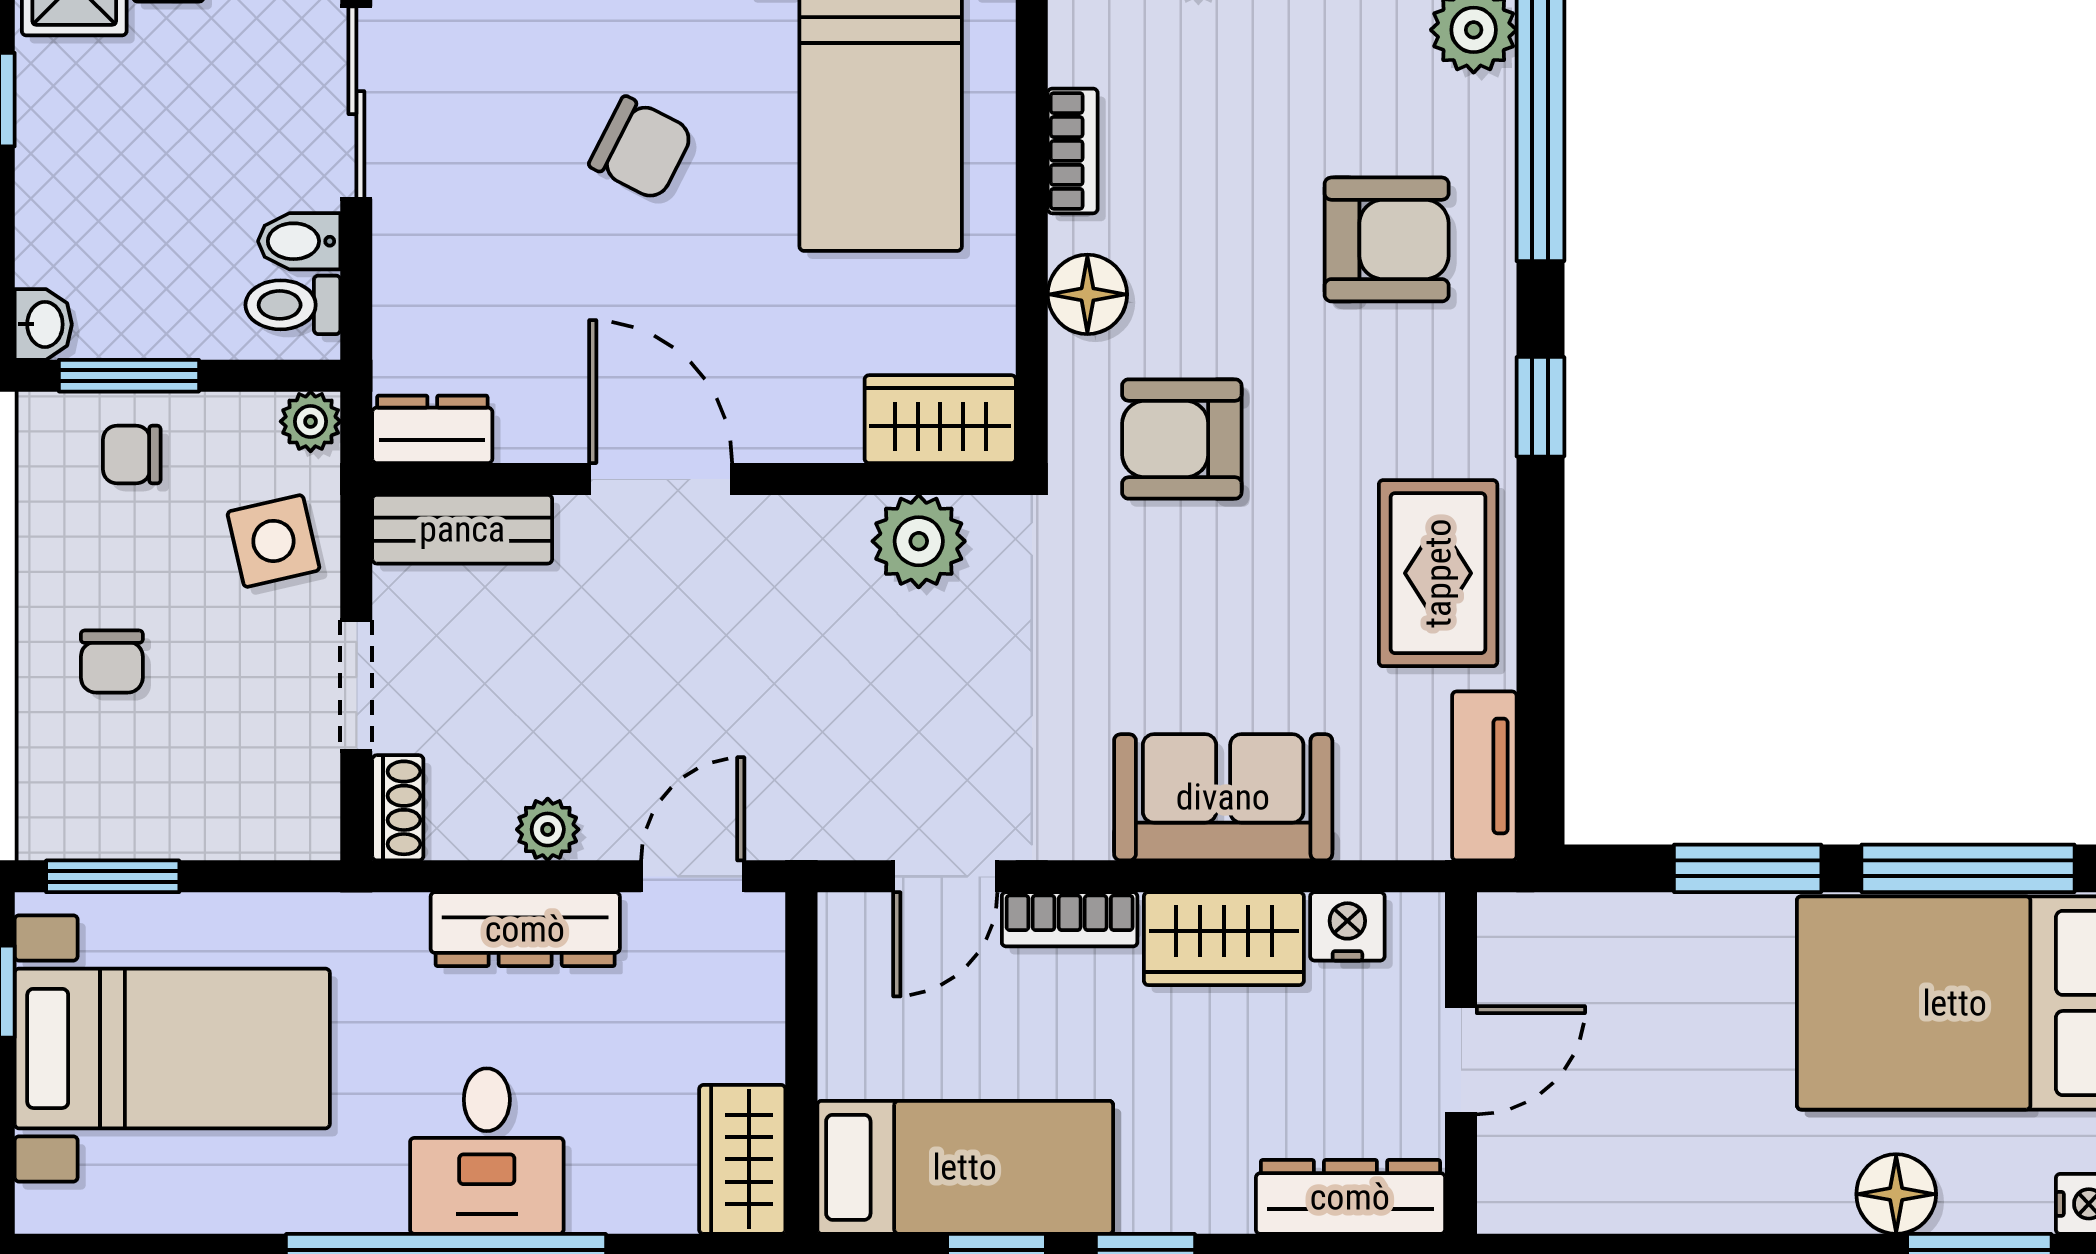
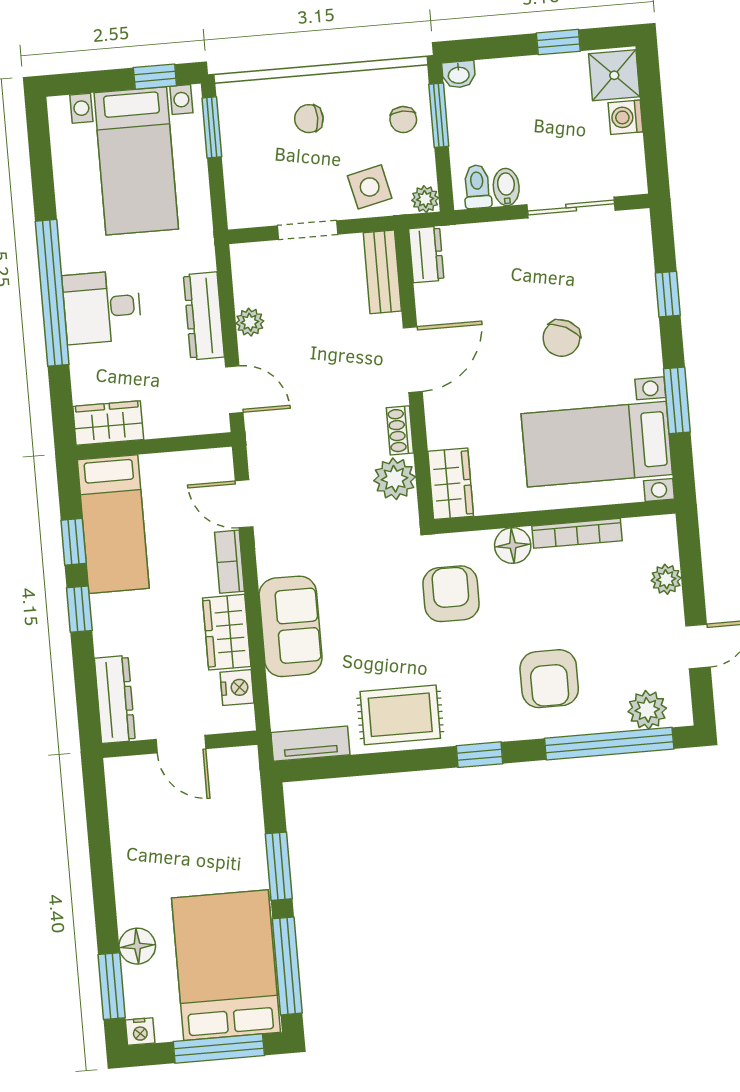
bookcase: (1073, 151) -> (577, 533), width x1.56
chair: (132, 454) -> (403, 120), turned 180
shoe rack: (398, 808) -> (400, 430), moved, turned 90

